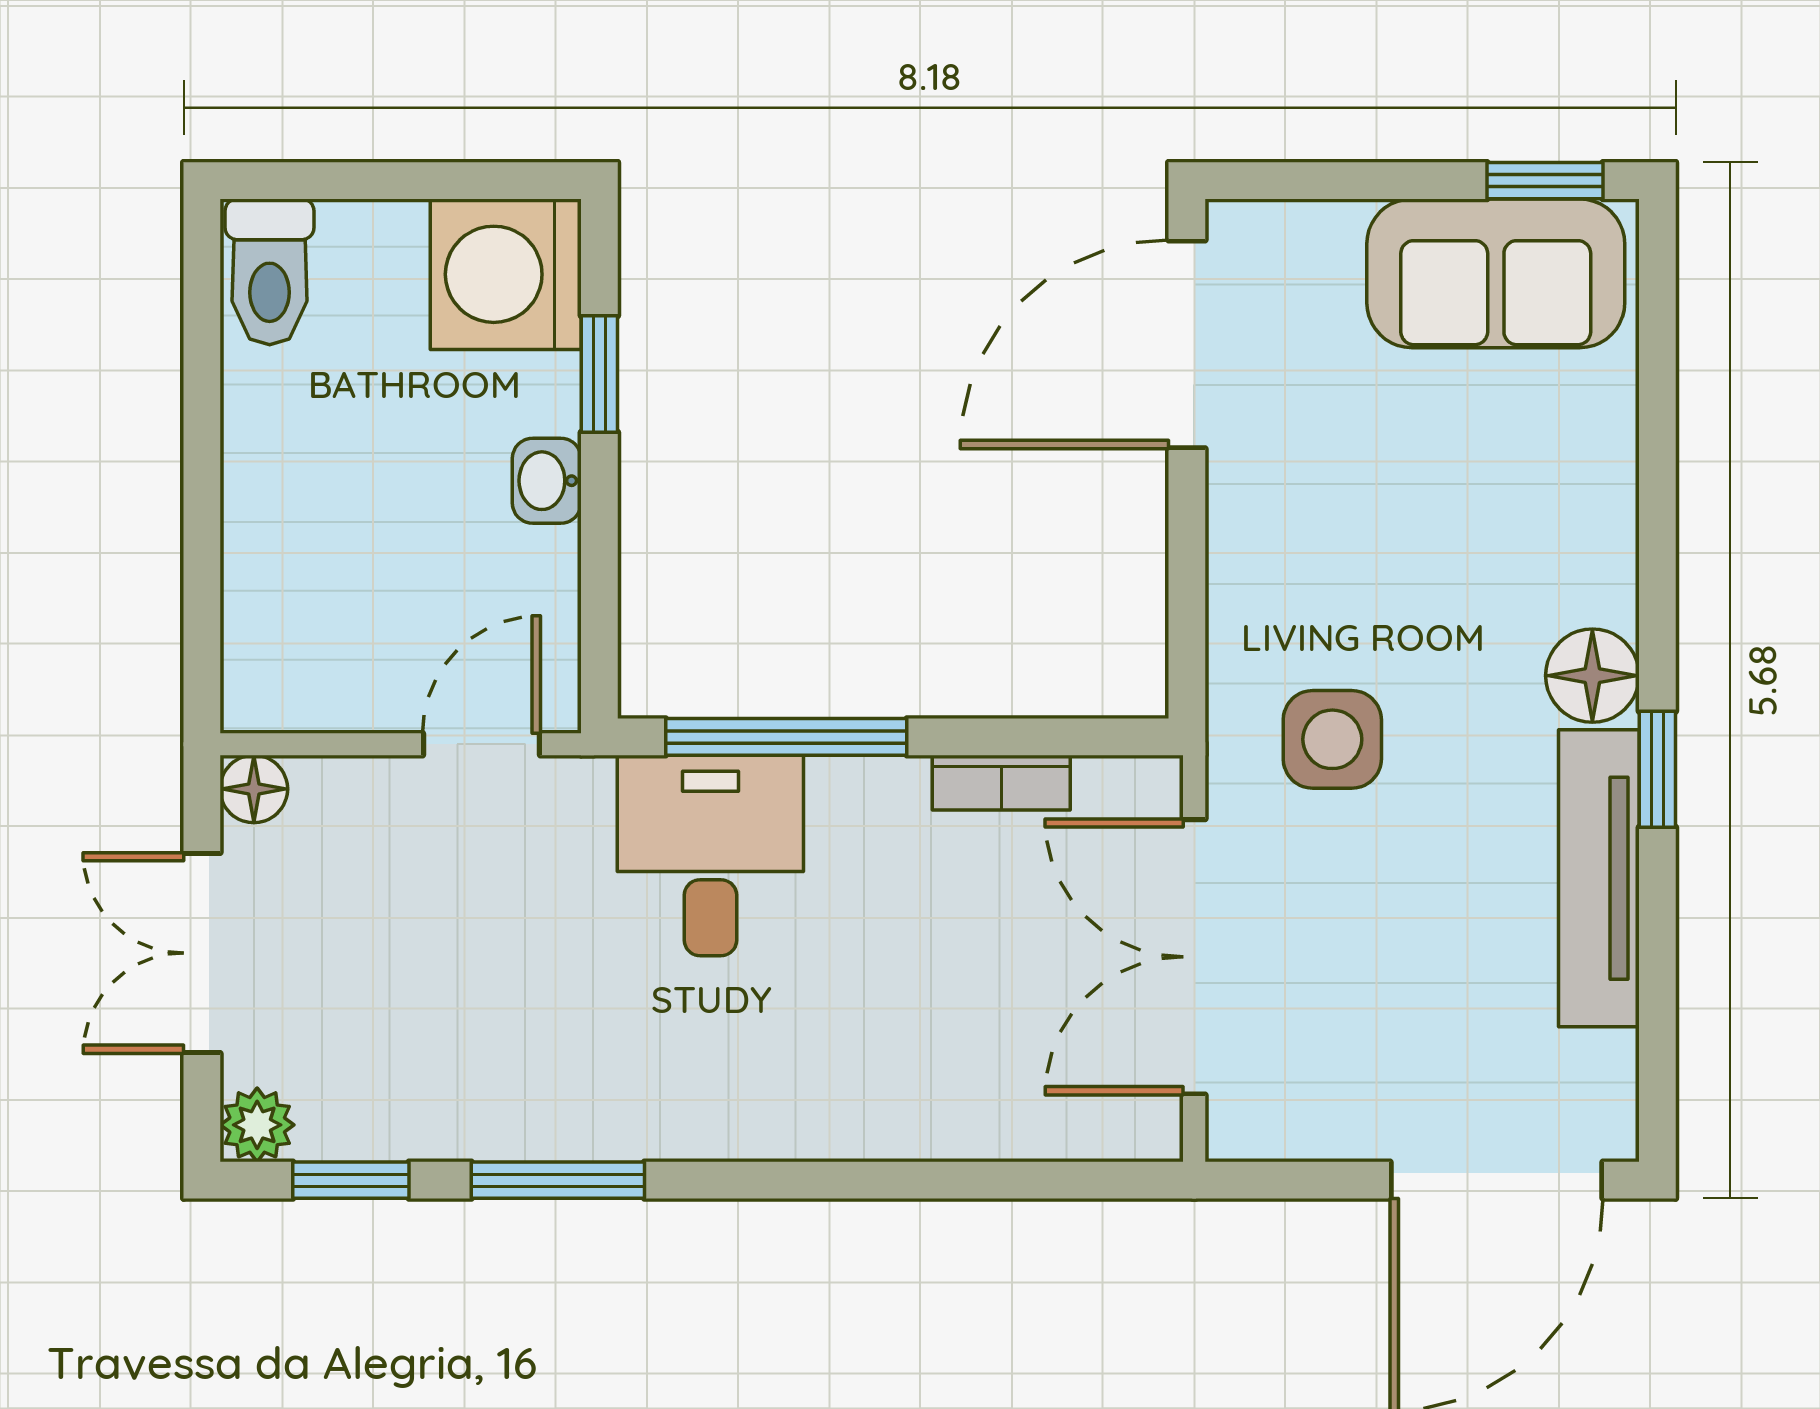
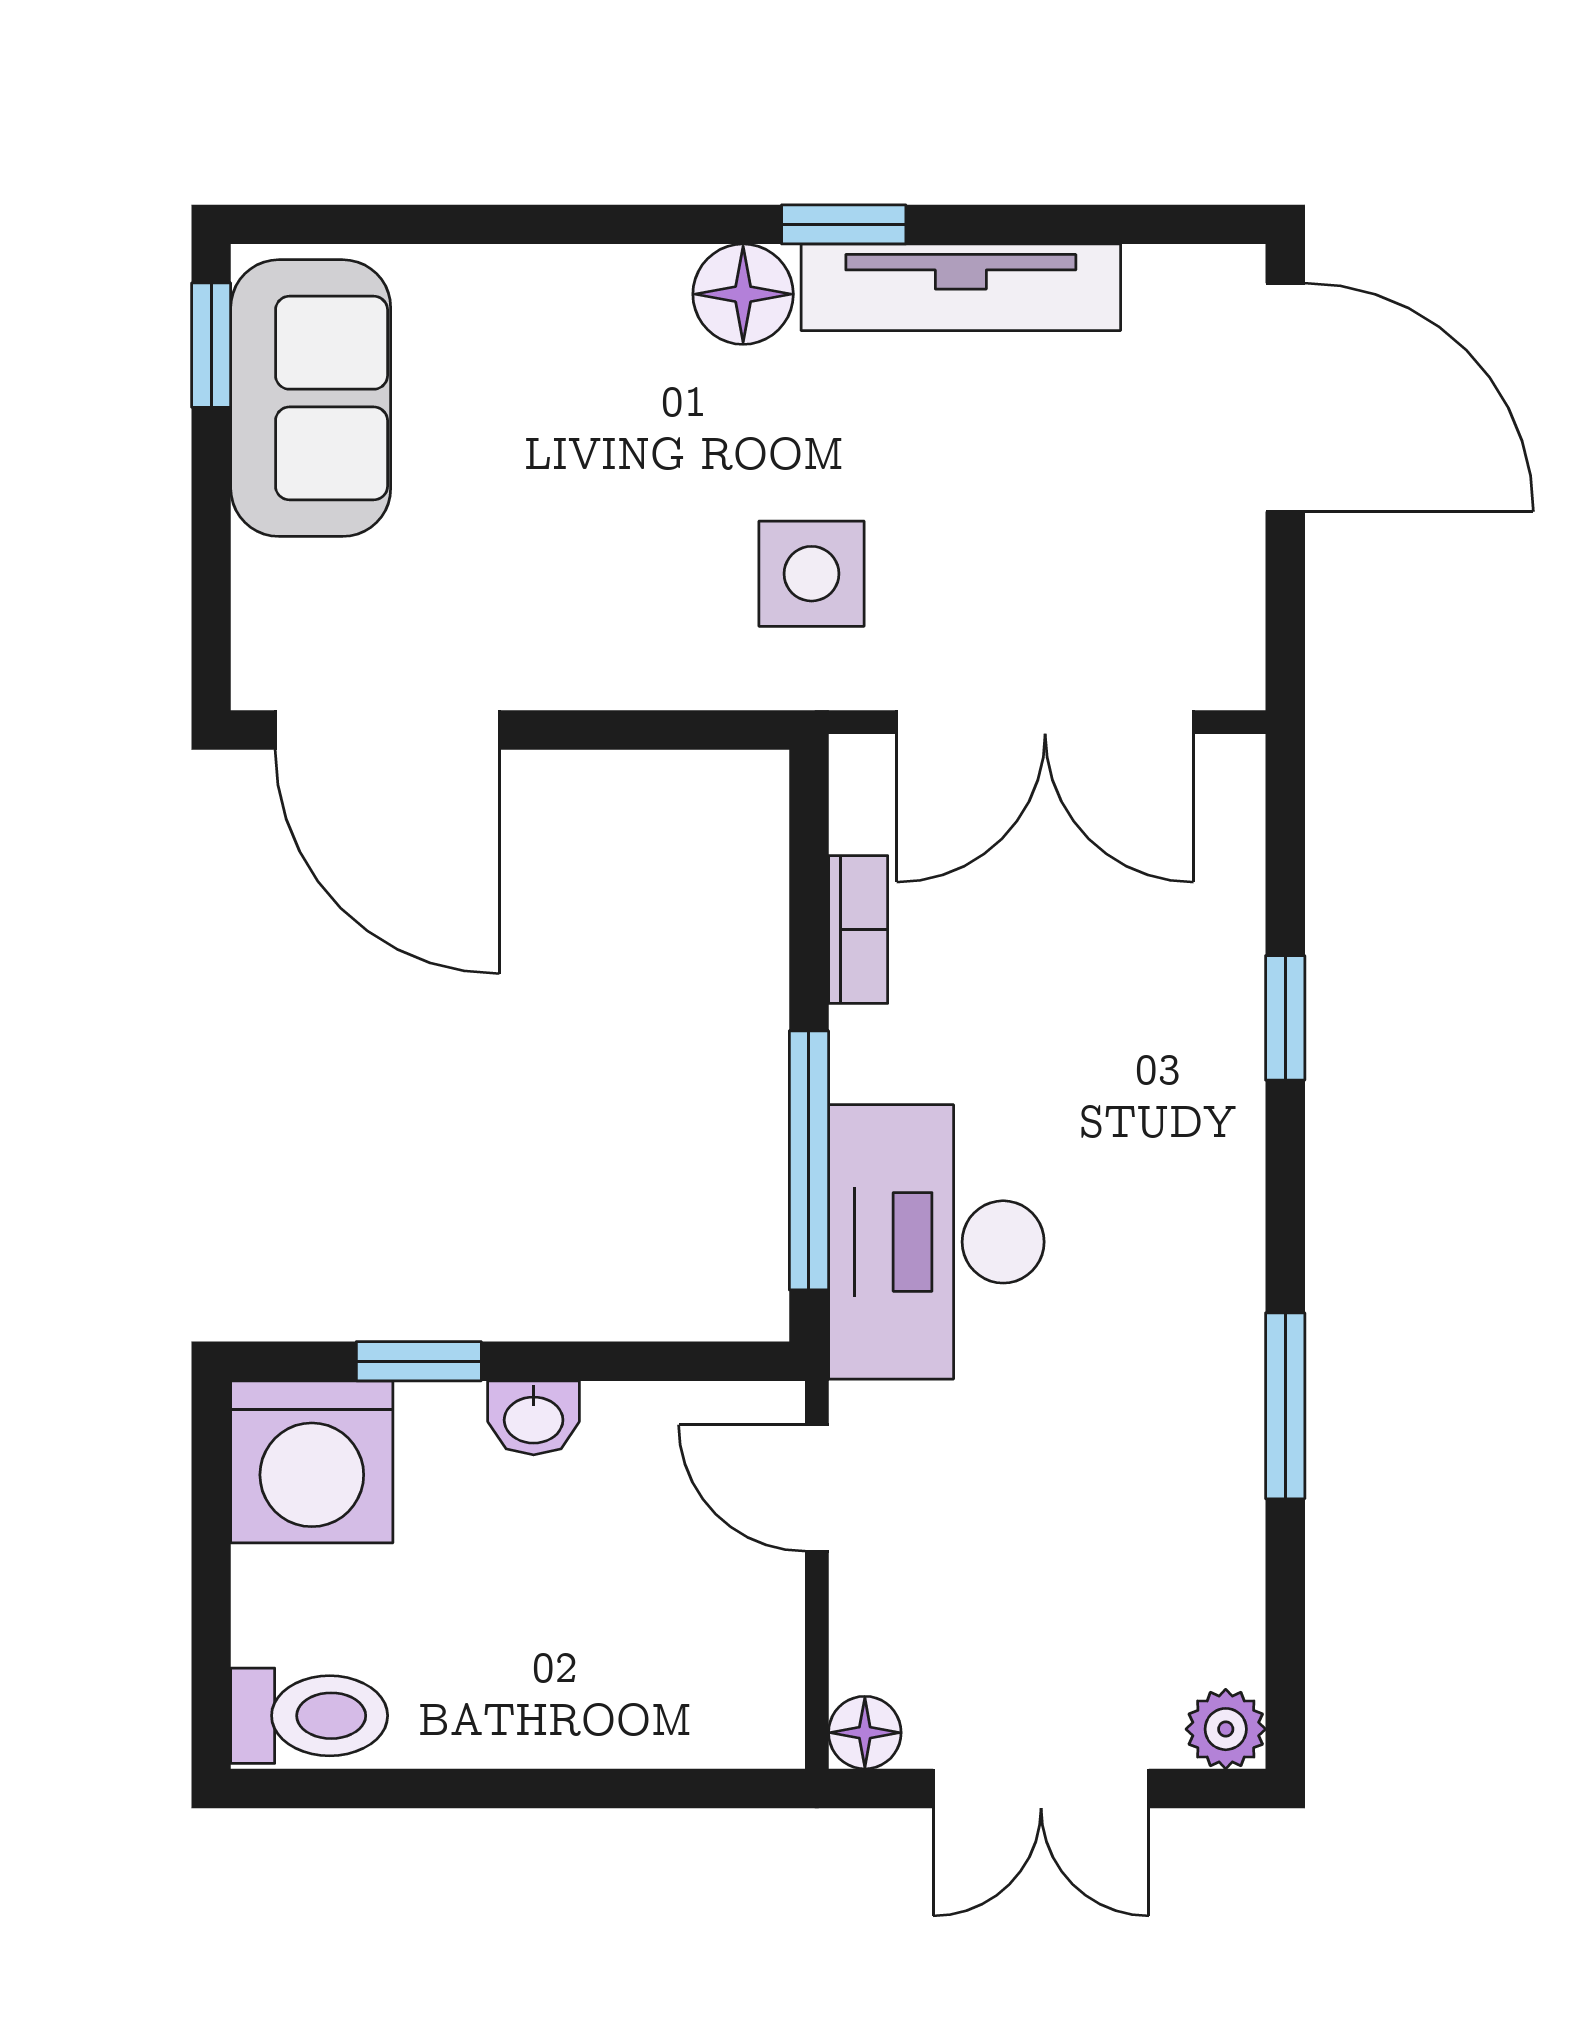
desk: (710, 855) -> (936, 1242), width x1.37
window: (351, 1180) -> (1285, 1018), moved

